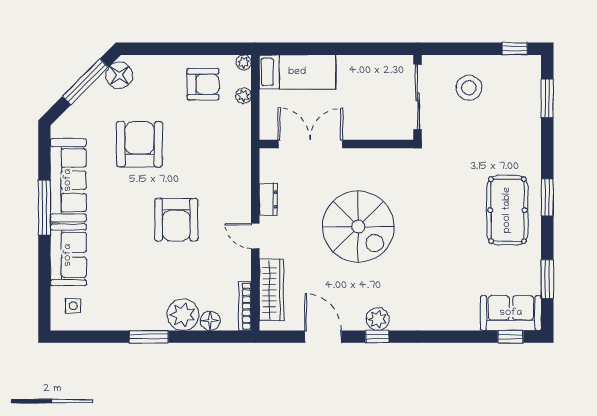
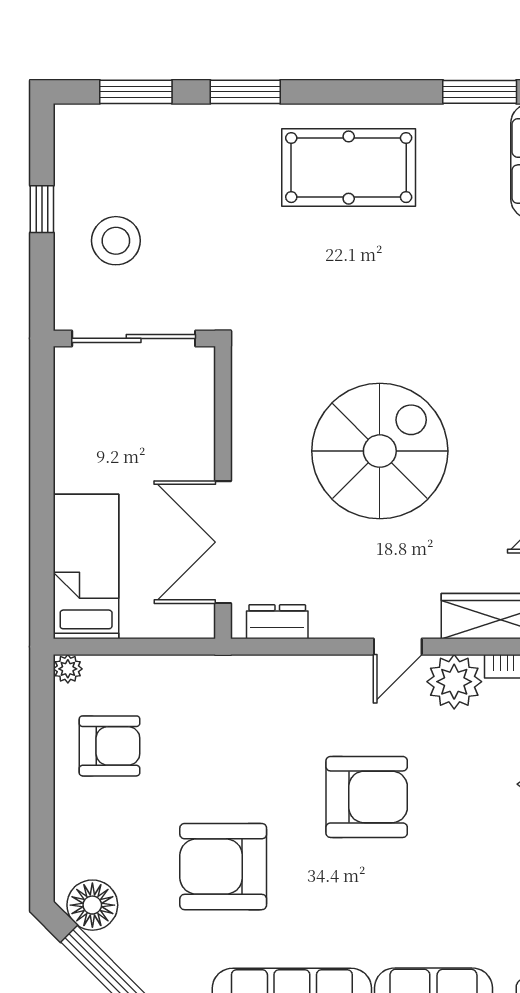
window: (515, 49) -> (42, 209), moved
armchair: (203, 84) -> (109, 746), turned 90
plant: (244, 96) -> (454, 682), moved, width x1.88, depth x1.88
window: (547, 197) -> (245, 92), moved
dresser: (268, 199) -> (277, 622), moved

